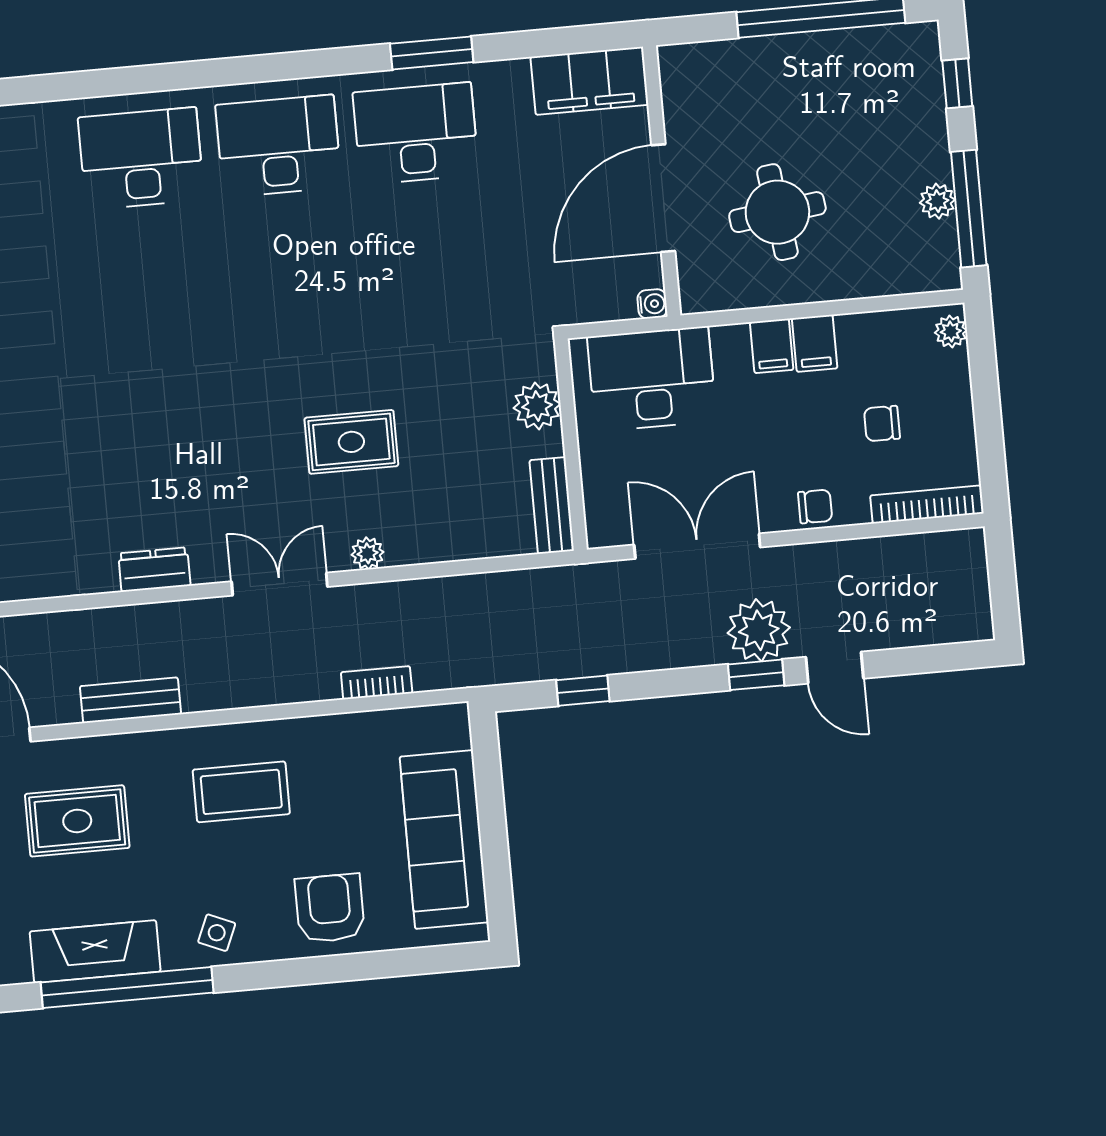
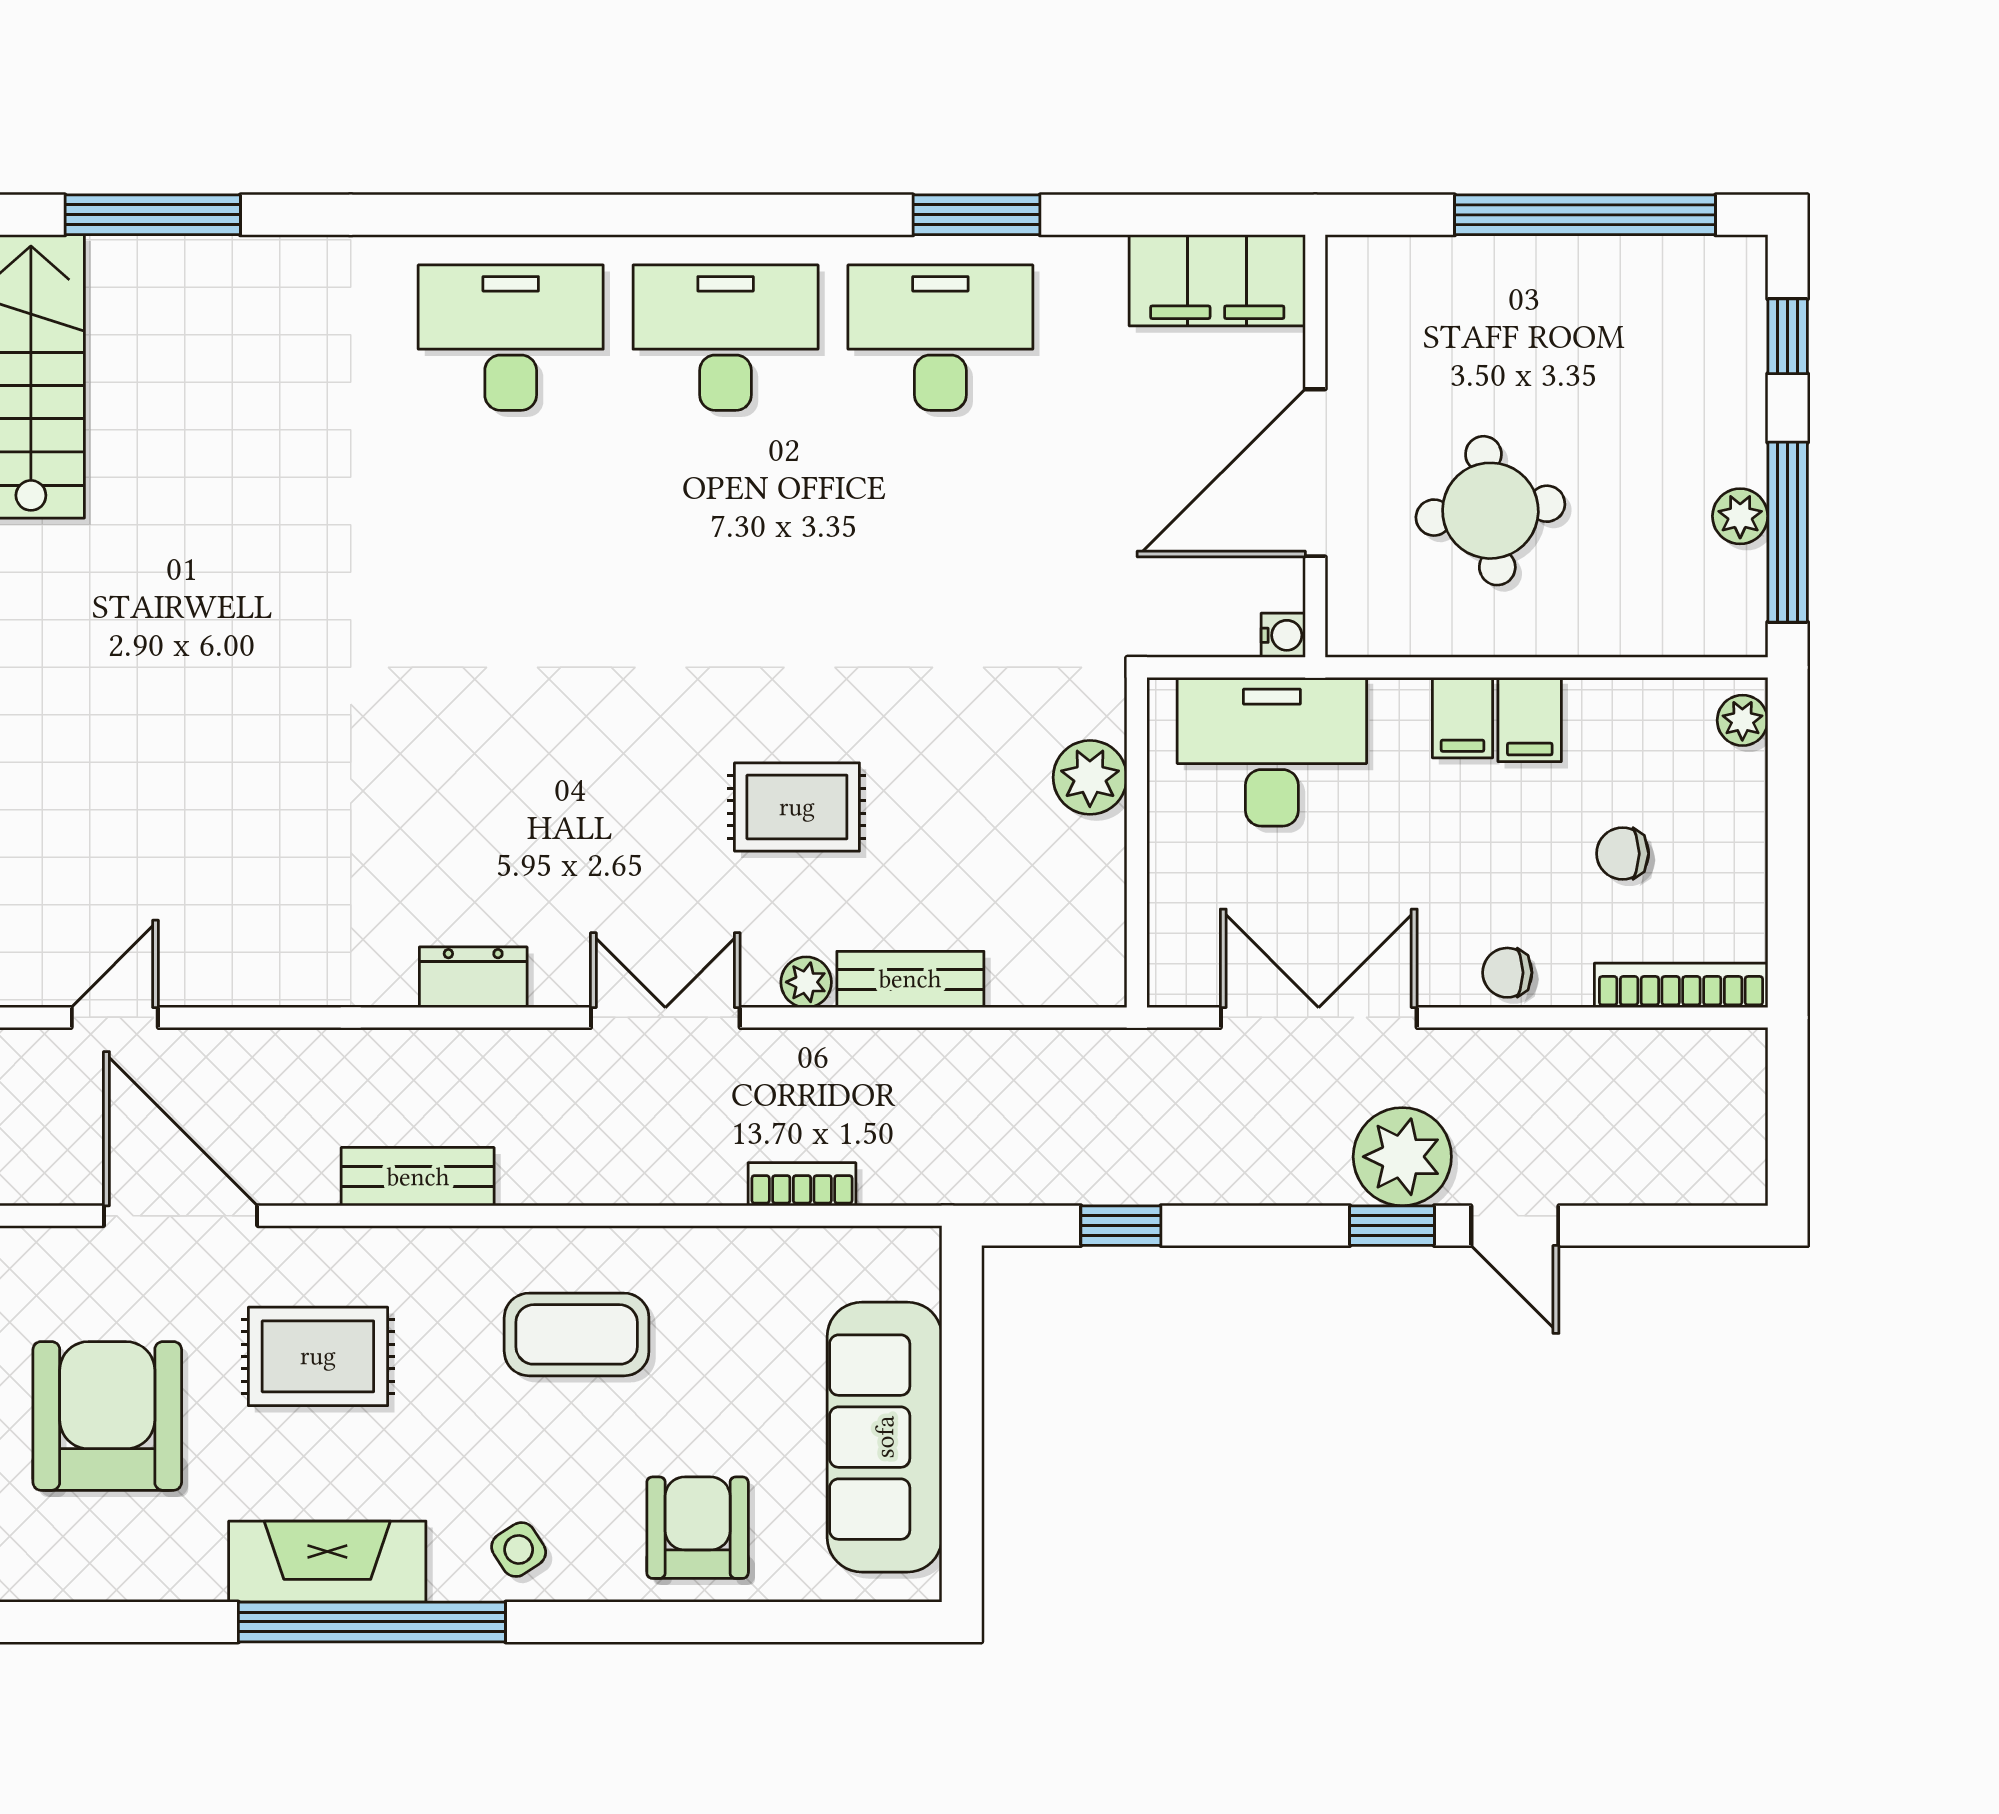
bench: (552, 505) -> (910, 979), moved, turned 90
chair: (815, 506) -> (1507, 973), turned 180
side table: (217, 933) -> (519, 1550), turned 34

